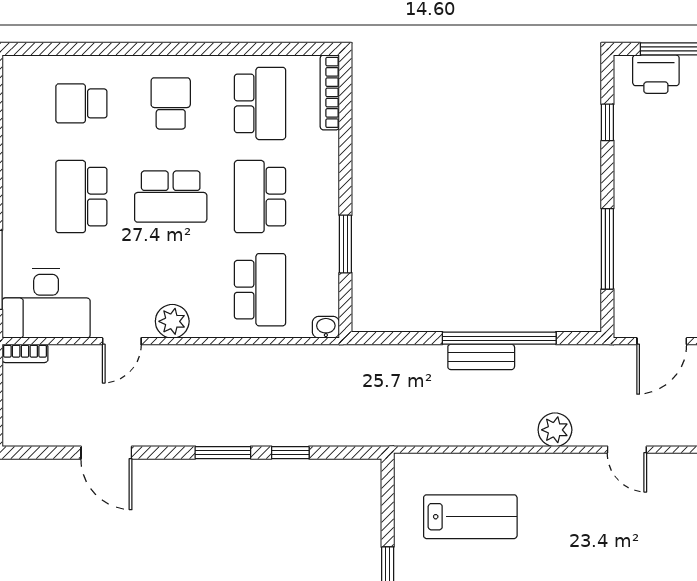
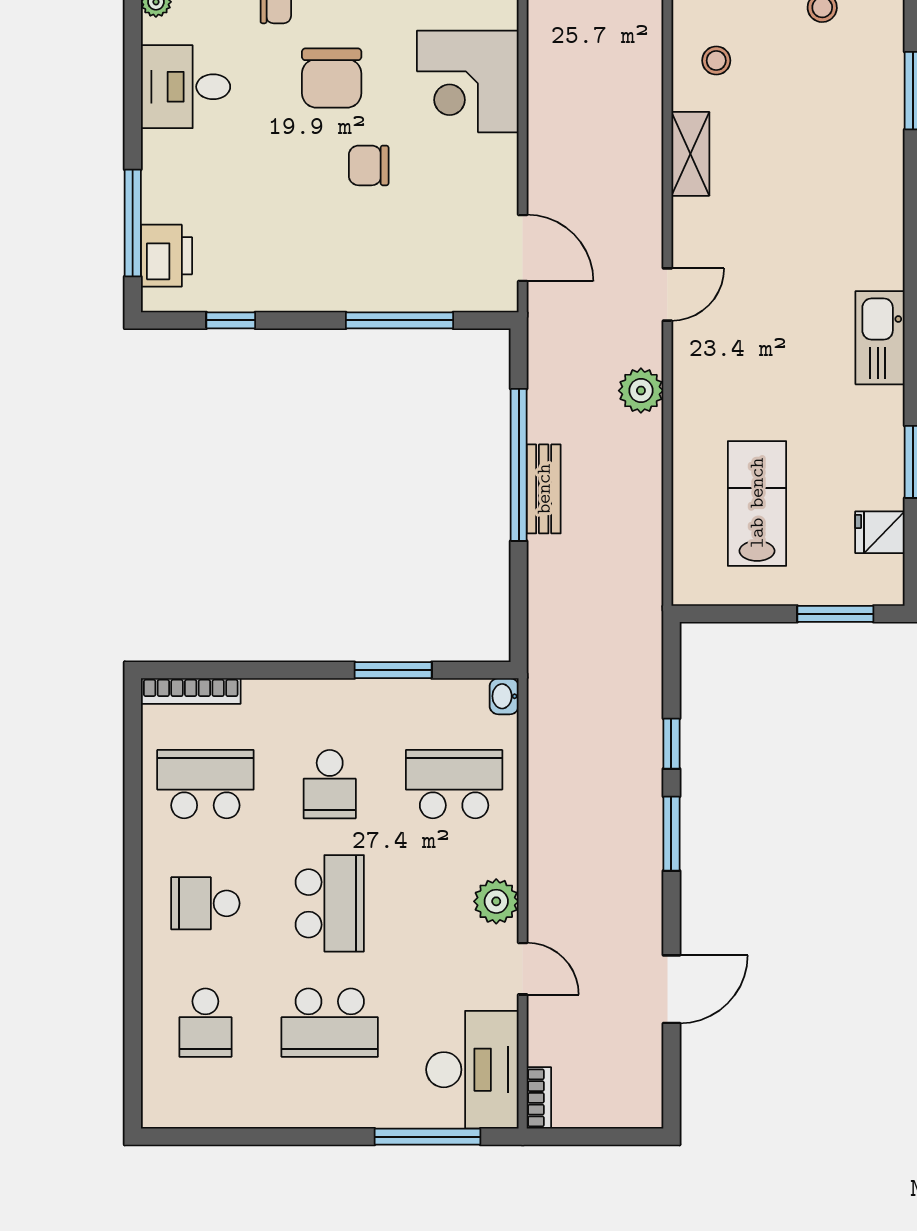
school desk: (260, 197) -> (330, 784), width x0.54

